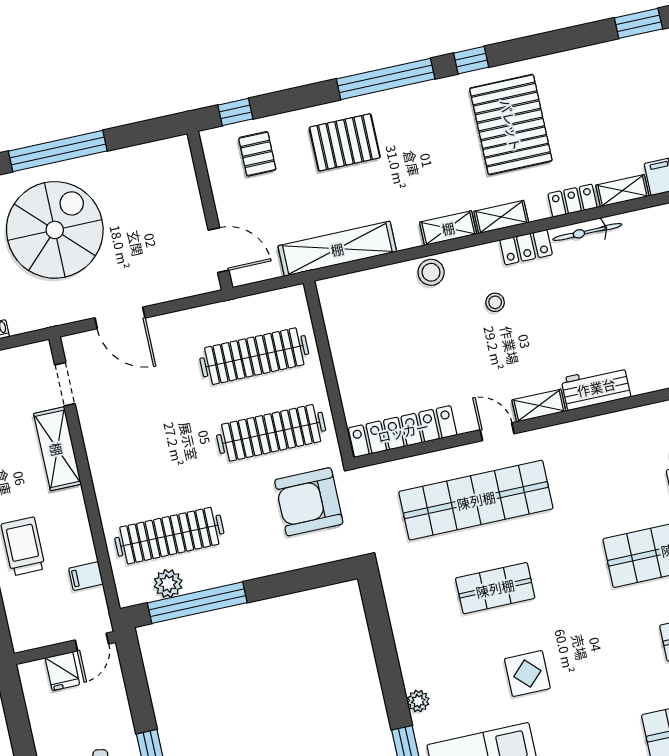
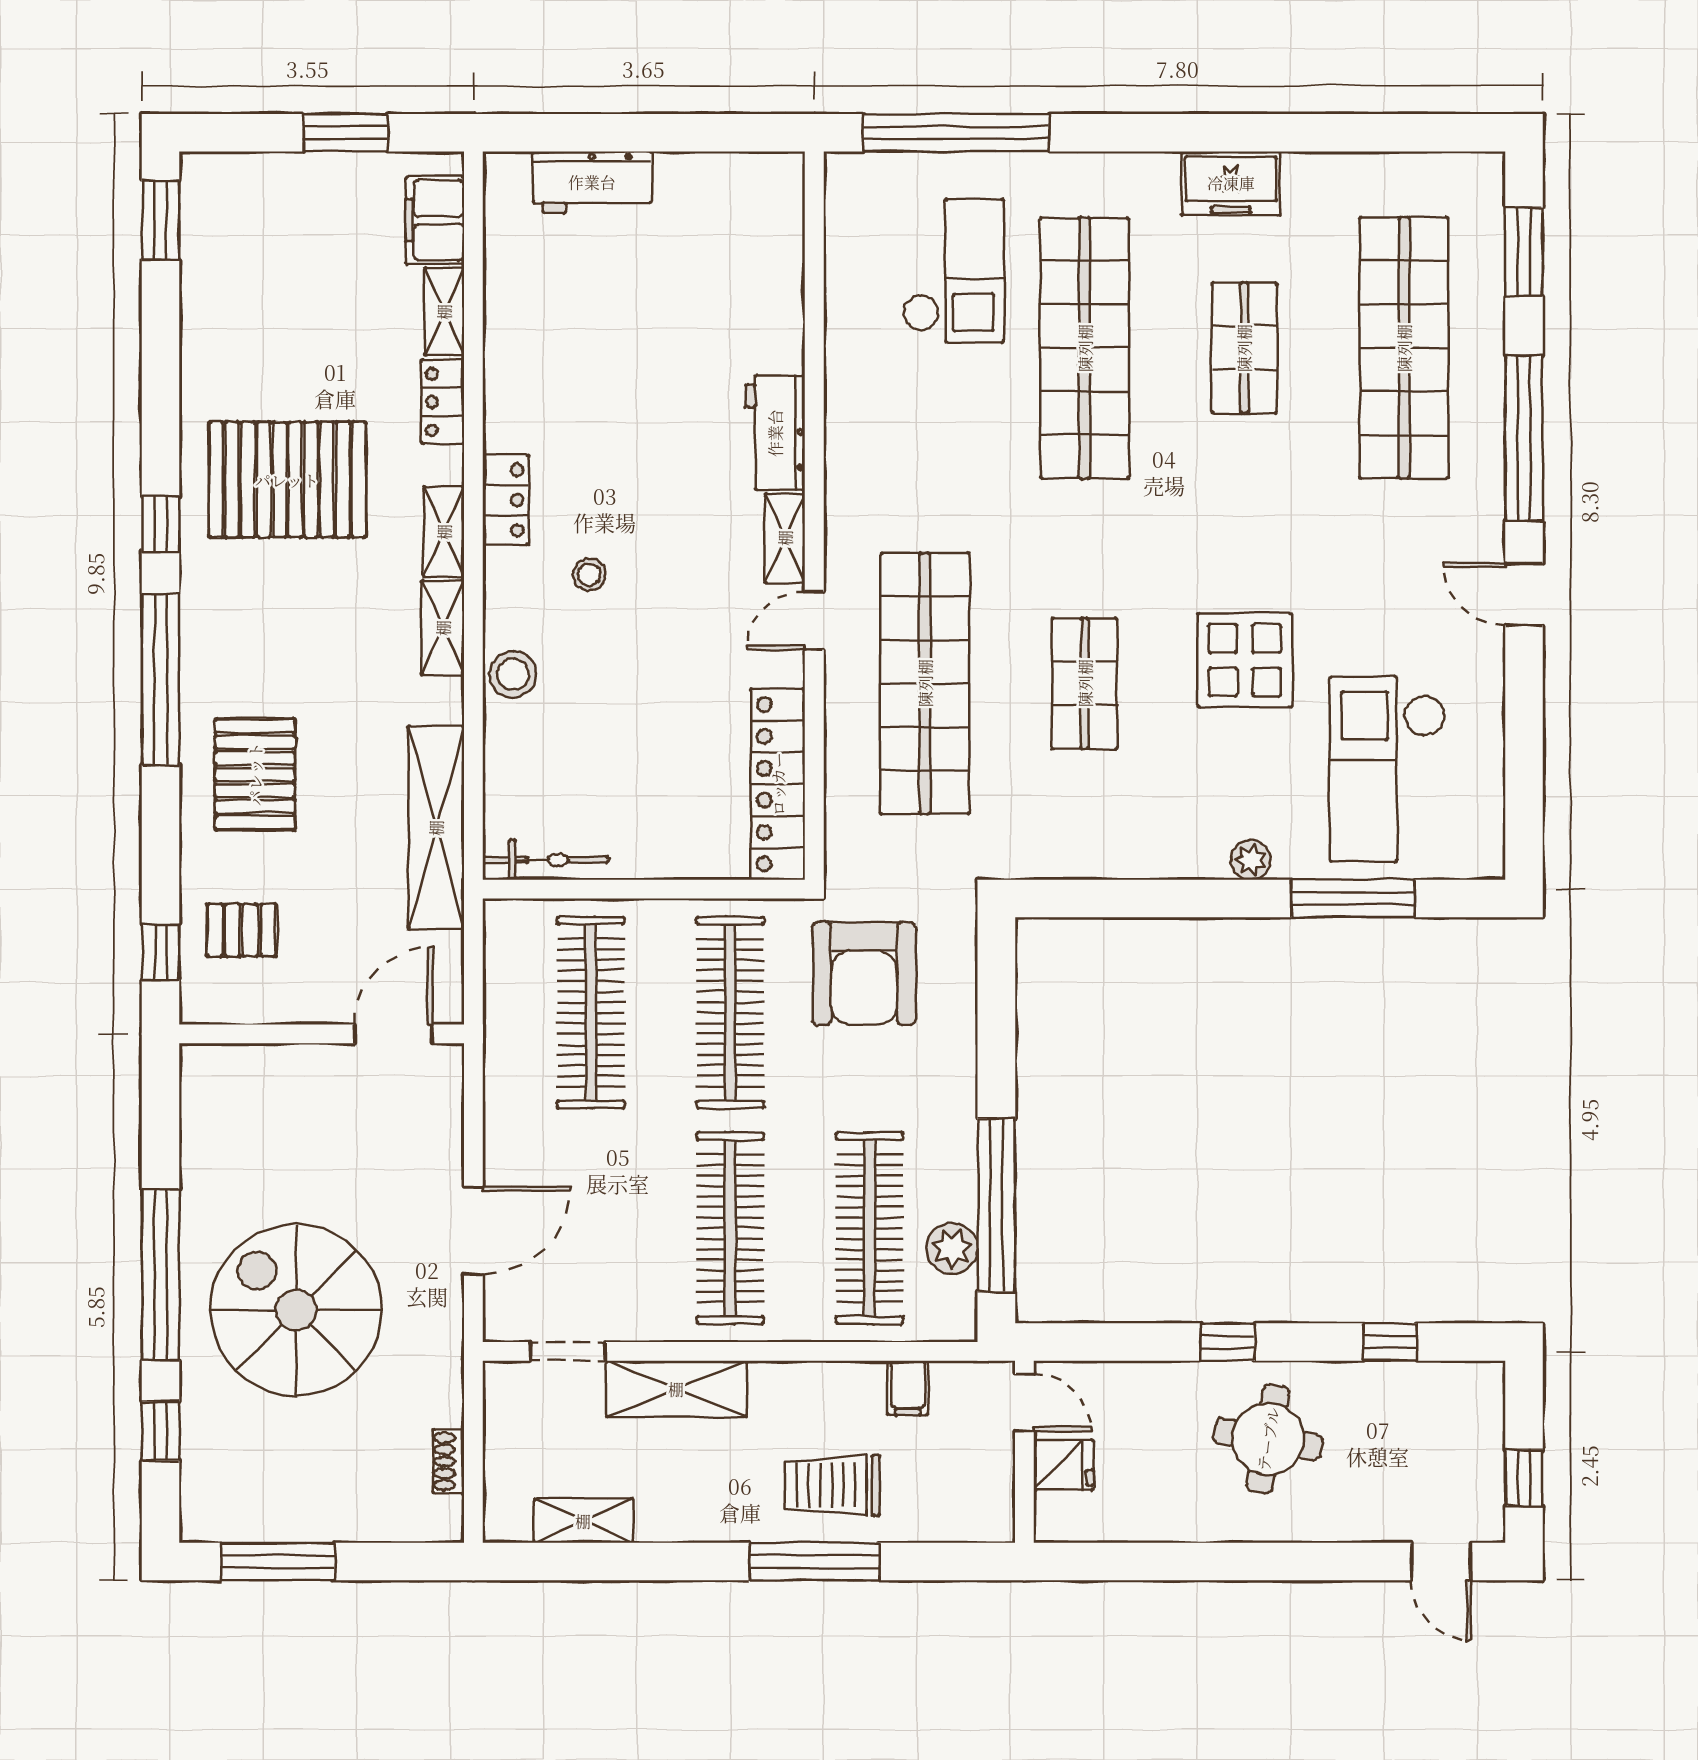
bicycle: (587, 232) -> (545, 860), moved, turned -90
clothes rail: (152, 459) -> (730, 1228), added
display table: (527, 674) -> (1245, 660), width x1.36, depth x1.36

